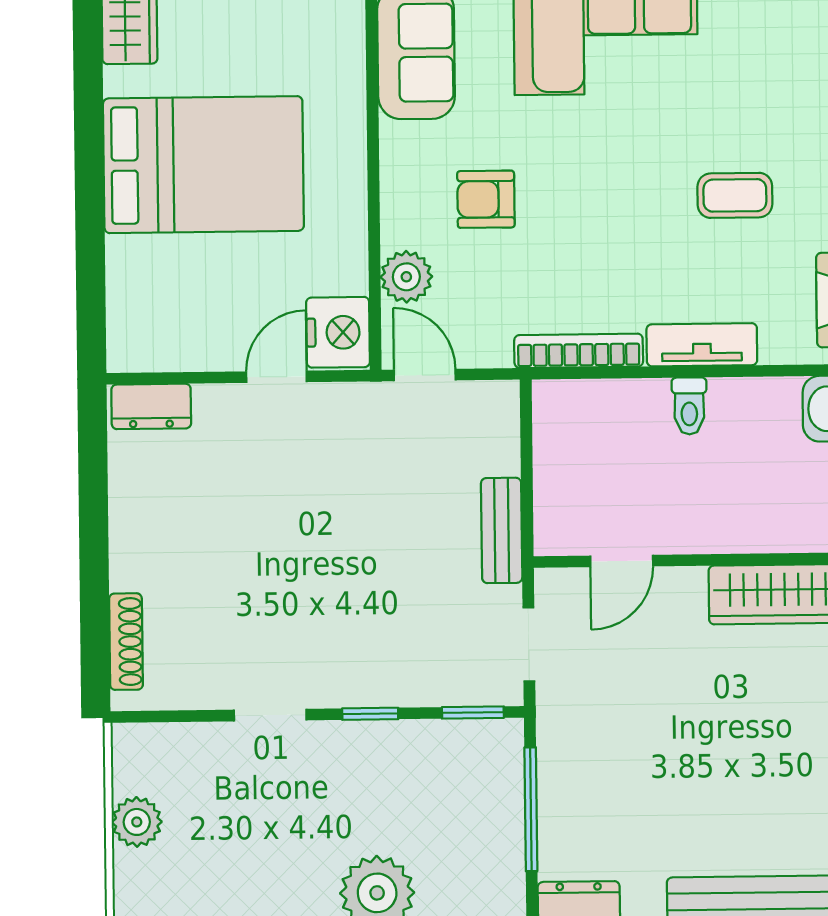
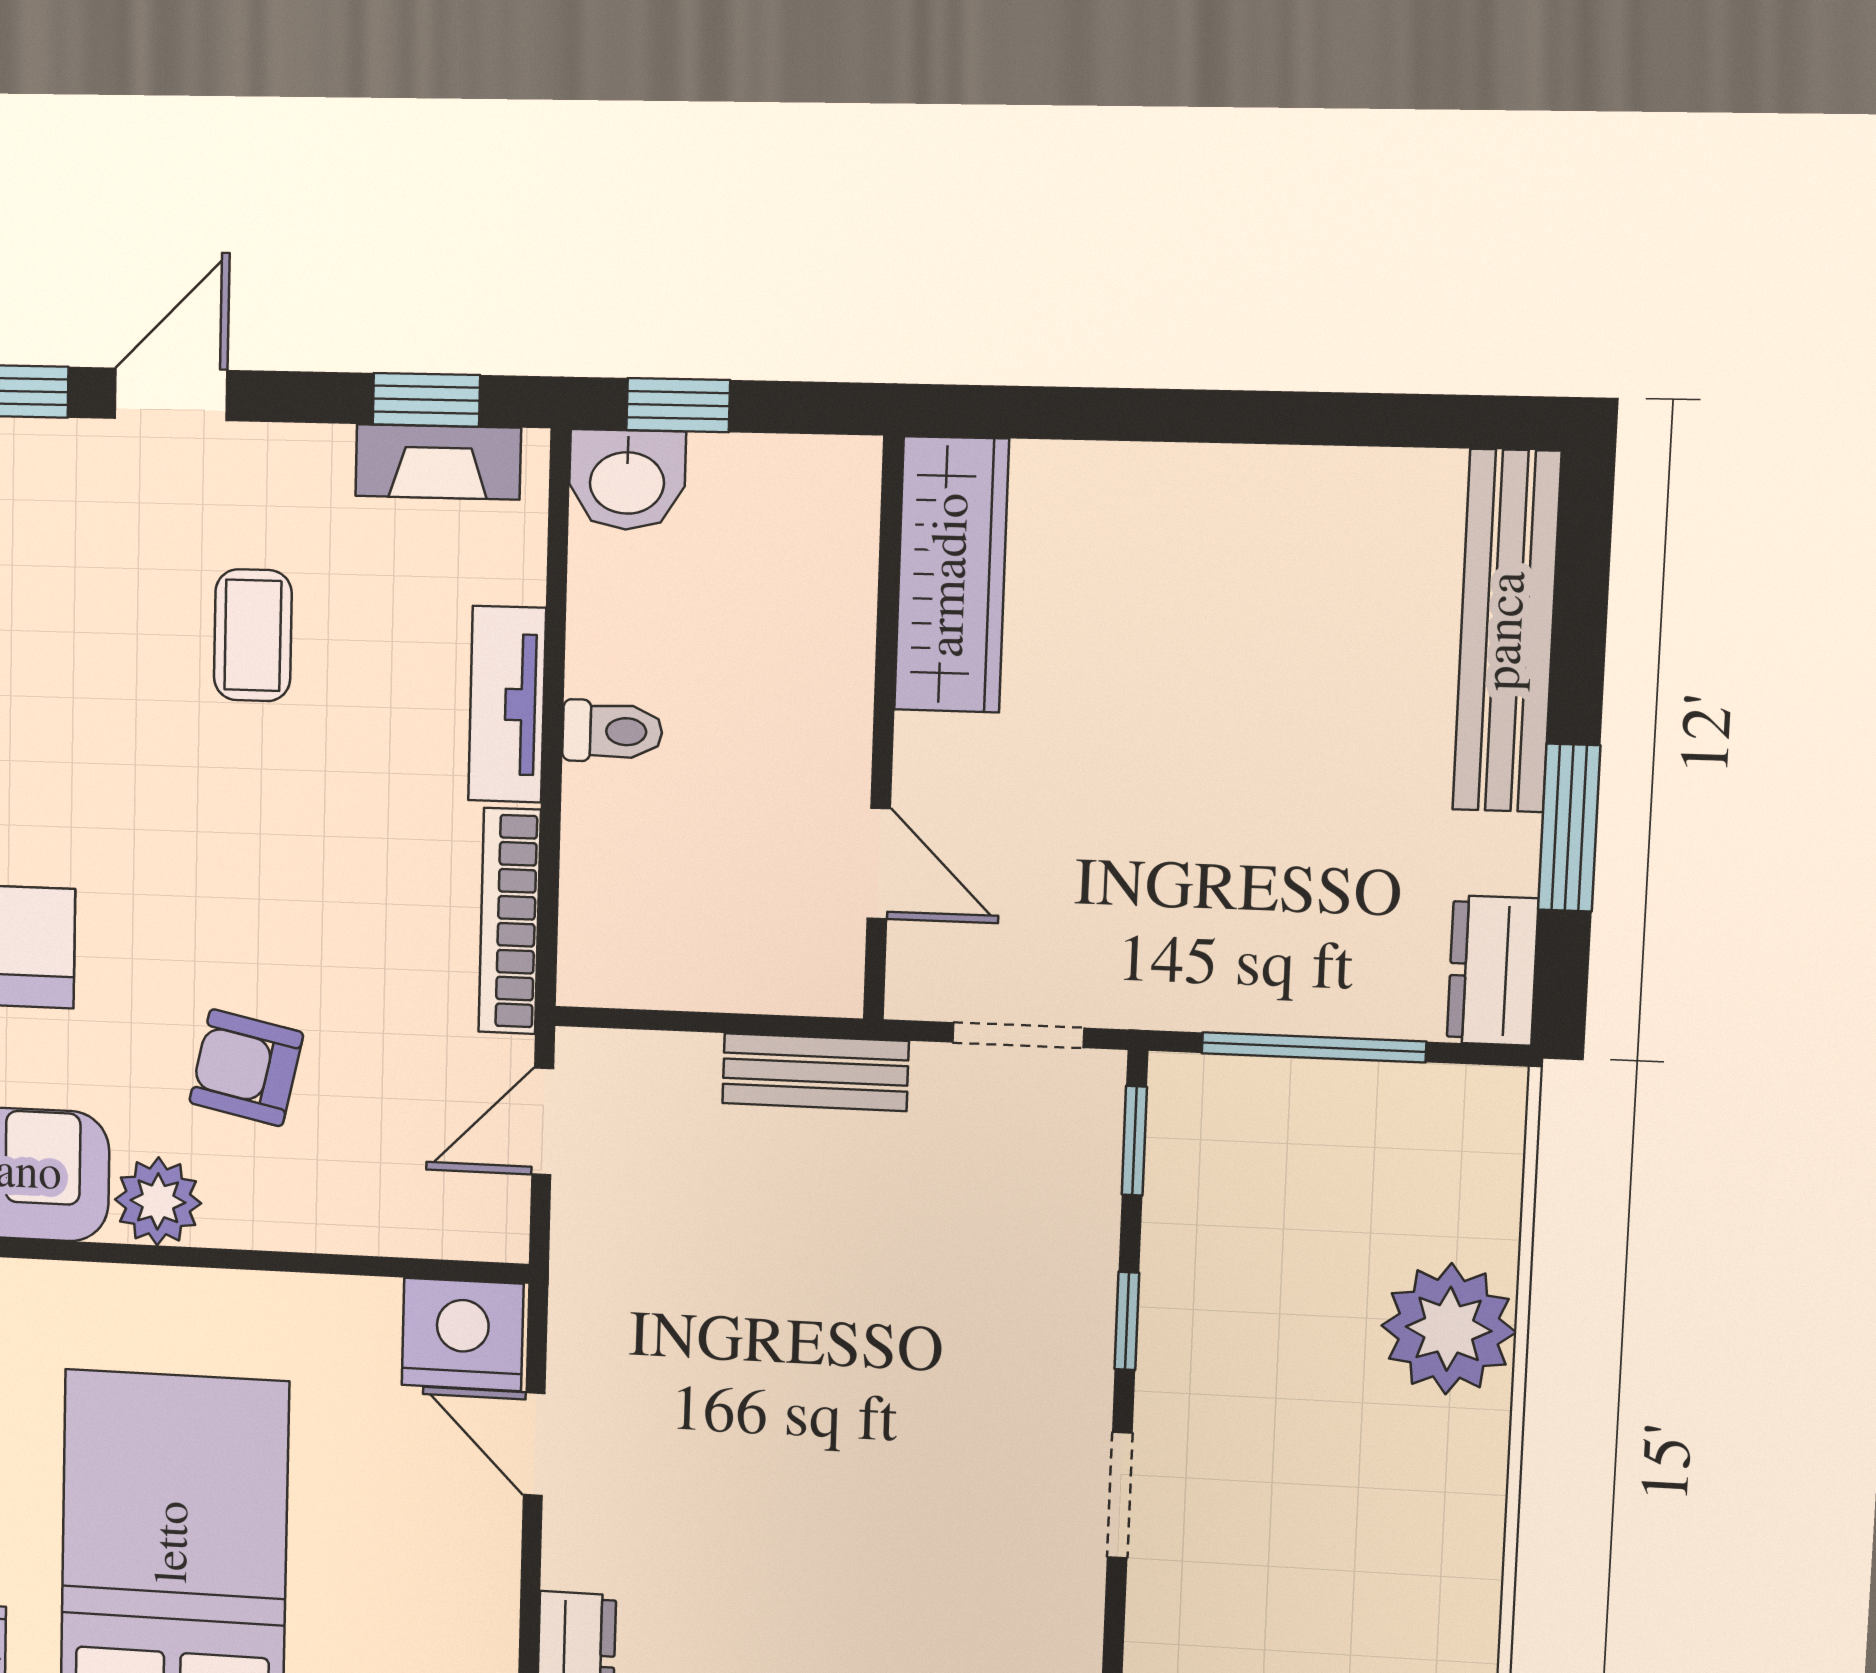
armchair: (486, 199) -> (246, 1068), turned 102
plant: (406, 277) -> (158, 1201), moved
door: (425, 375) -> (543, 1121), moved

